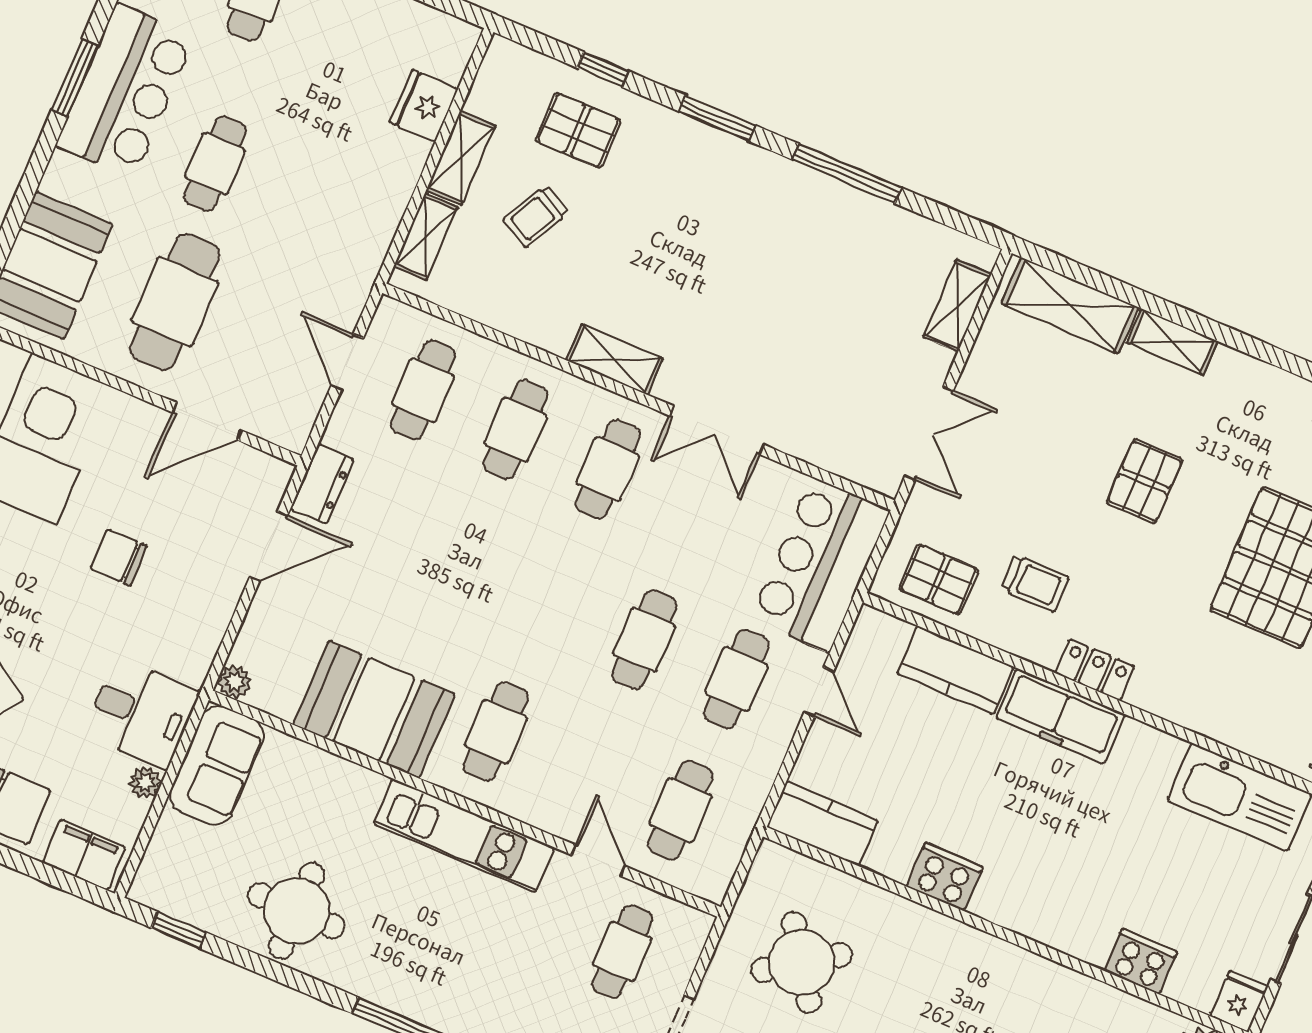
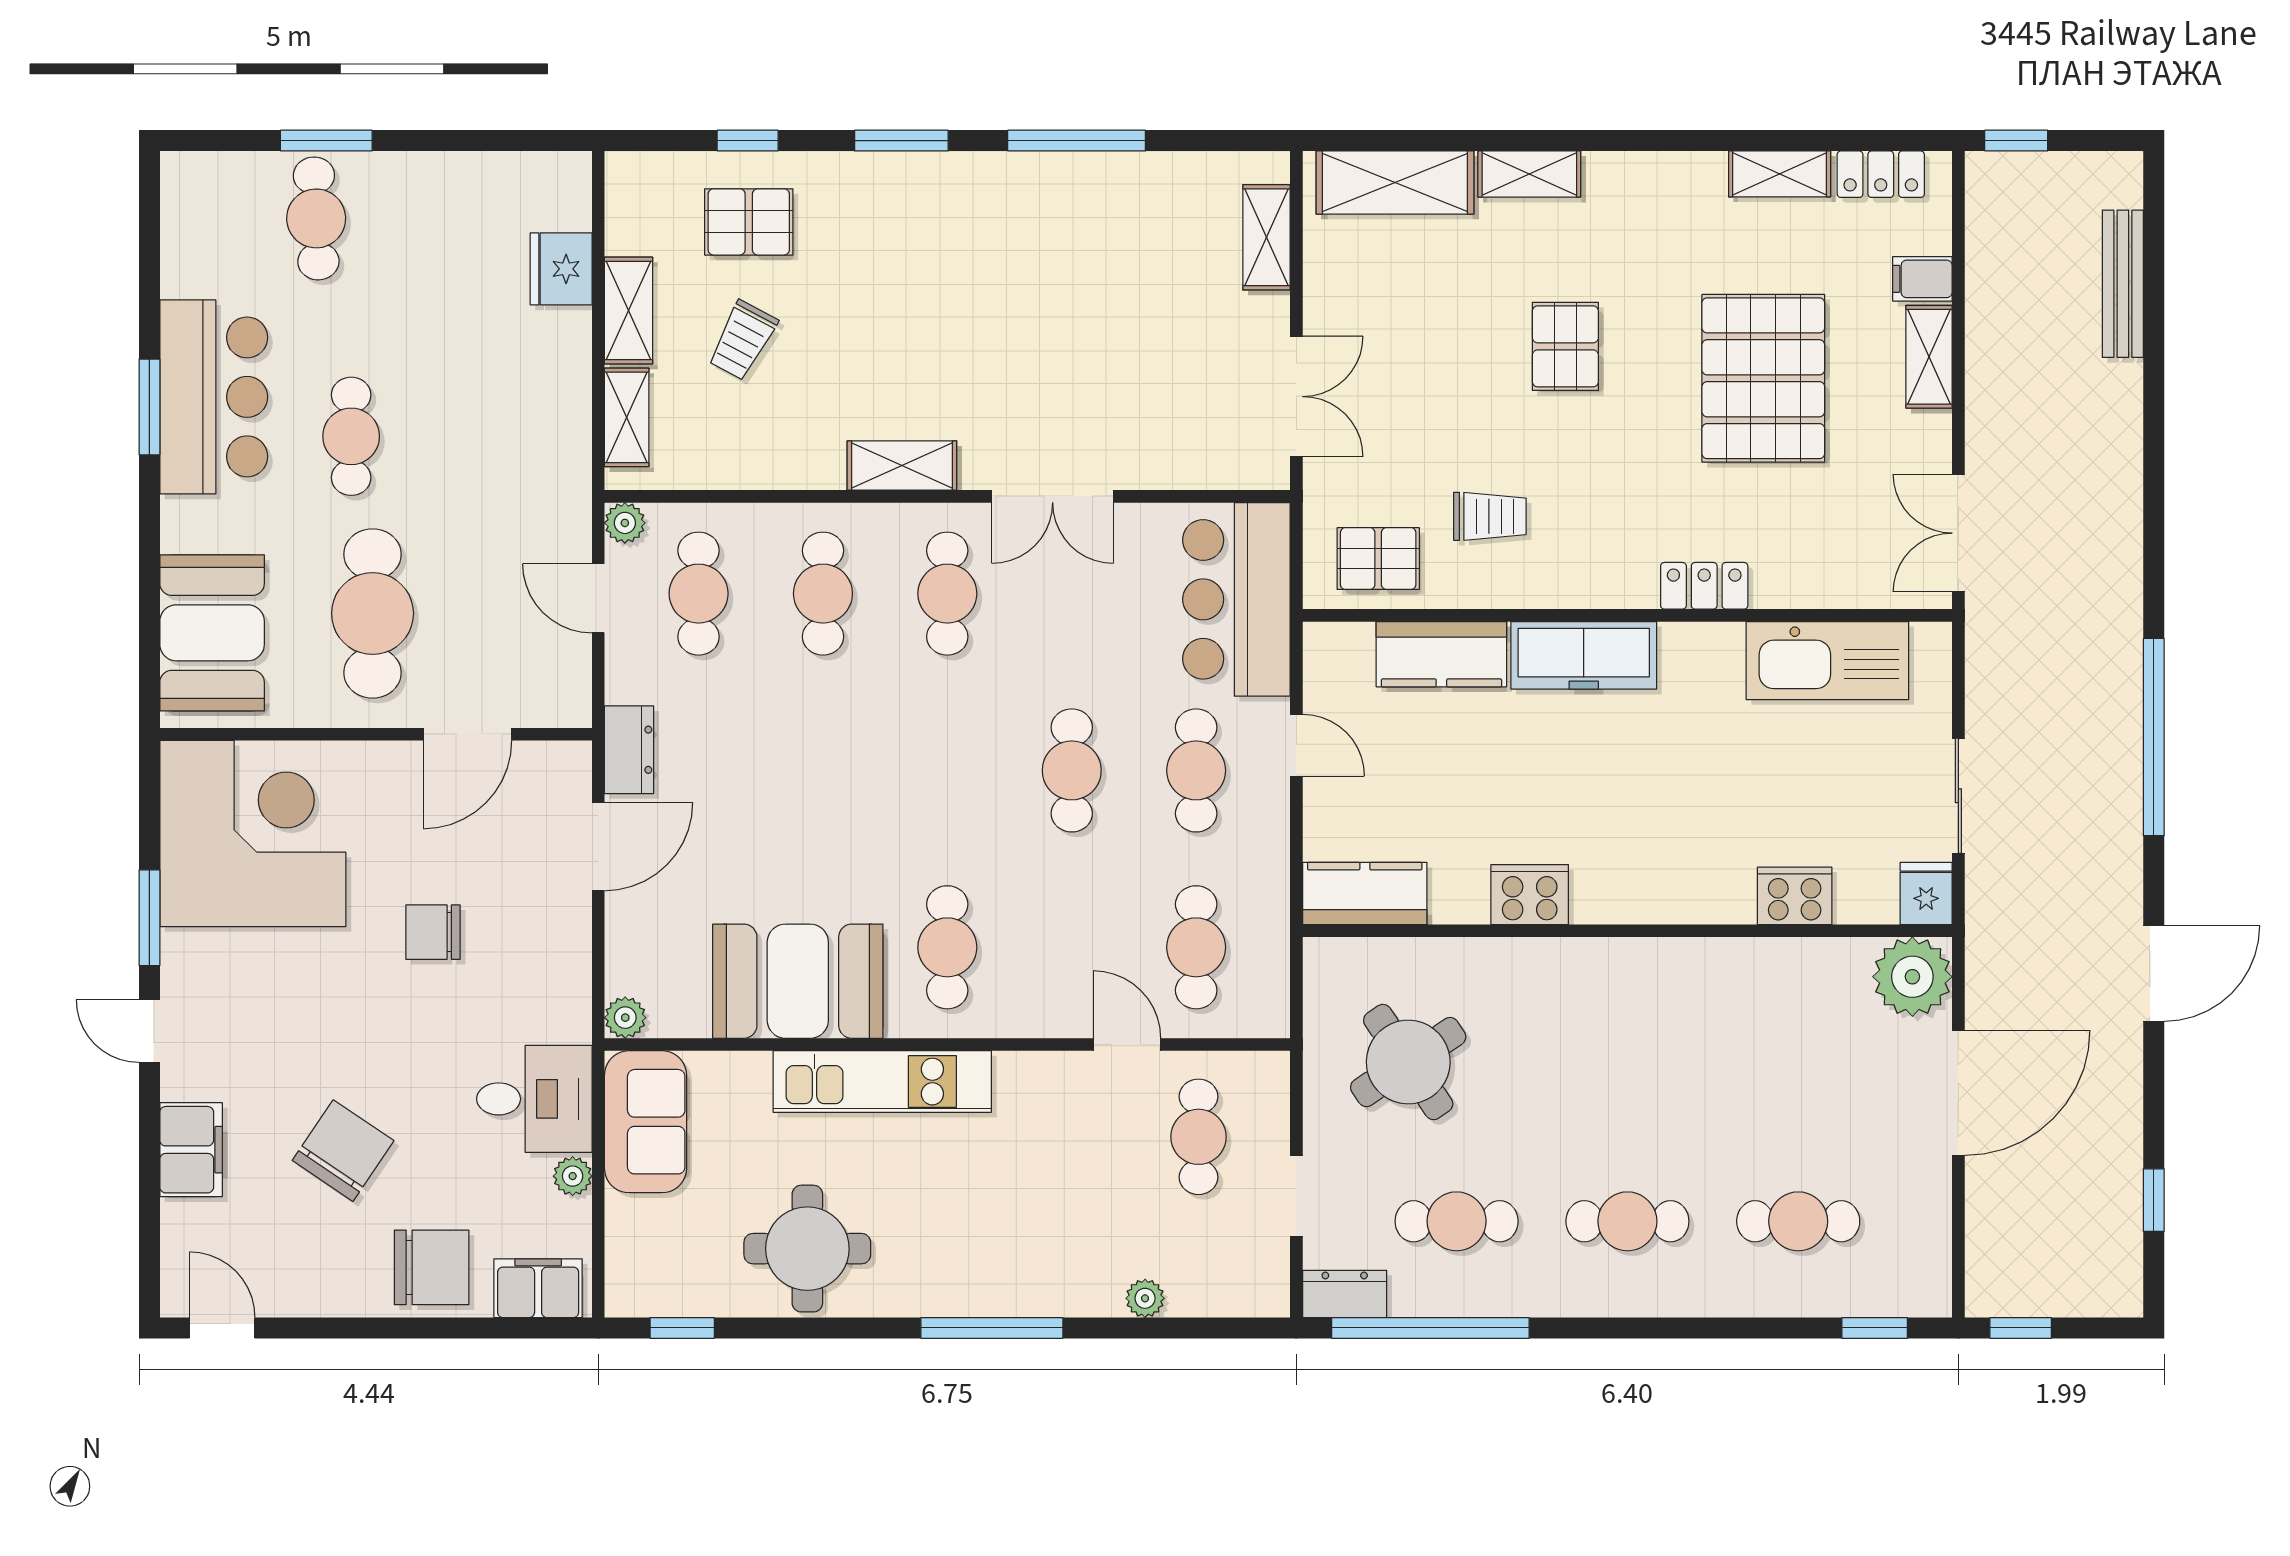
plant: (391, 314) -> (625, 523), added
locker: (1095, 670) -> (1704, 586), moved
kitchen unit: (464, 836) -> (882, 1082), moved

